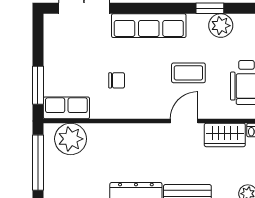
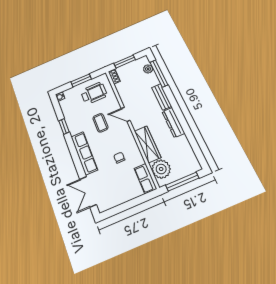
plant: (221, 26) -> (71, 117), removed
window: (38, 85) -> (140, 200), removed
wardrobe: (225, 135) -> (147, 144), moved, width x1.50

